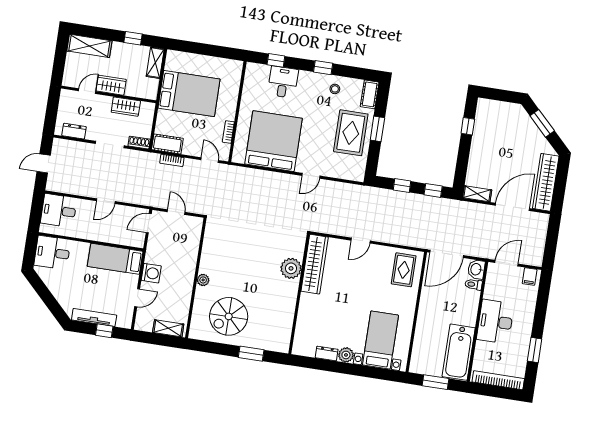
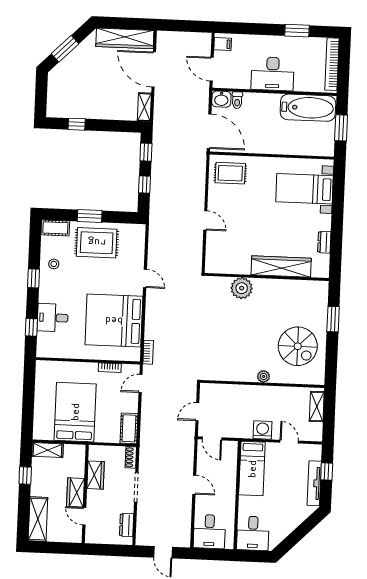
bookcase: (172, 160) -> (148, 352), moved
wardrobe: (315, 264) -> (281, 267), moved
plant: (346, 355) -> (324, 222), removed

